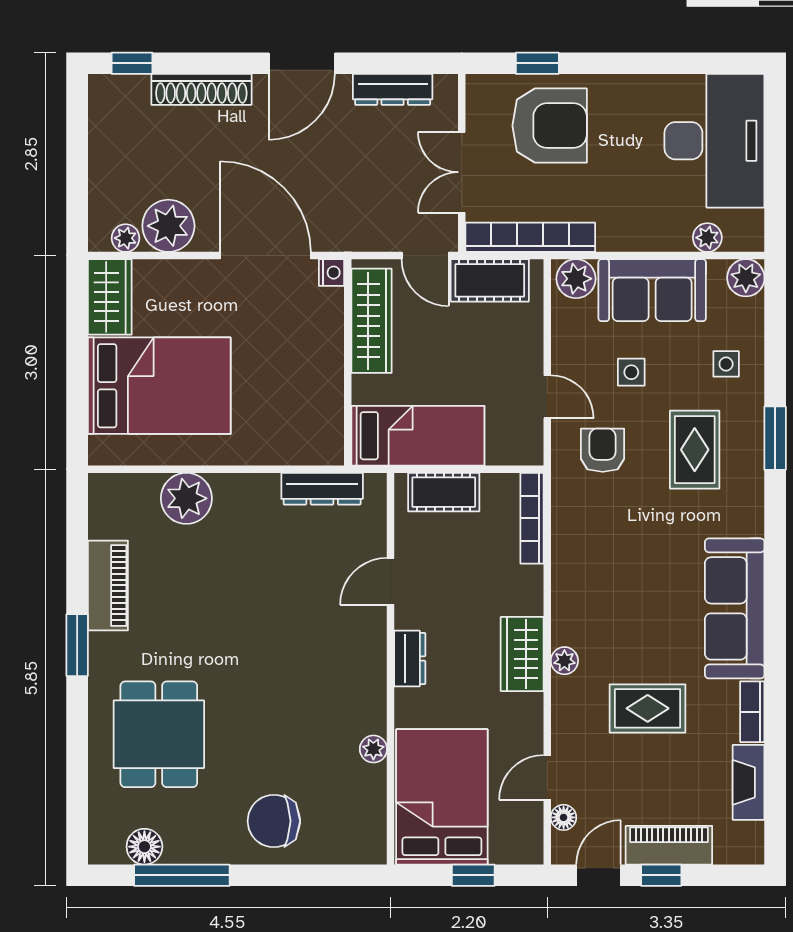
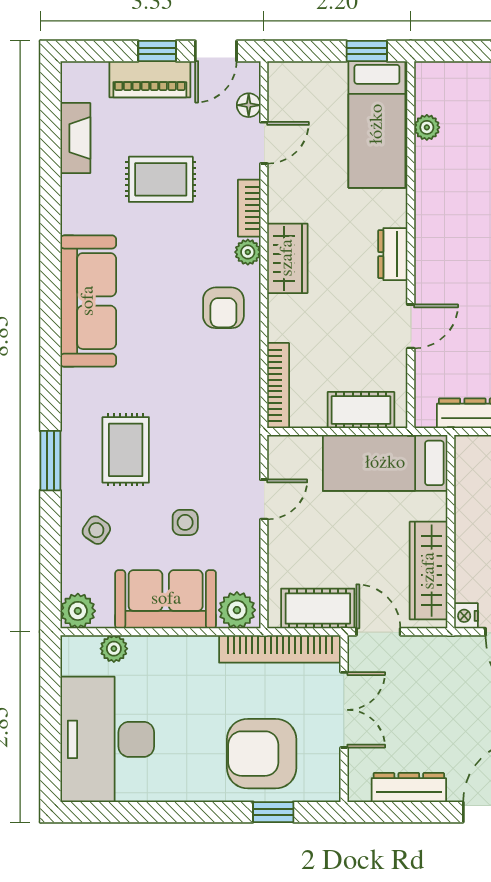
side table: (726, 364) -> (96, 530), turned 34
door: (547, 397) -> (264, 499), swing flipped
armchair: (603, 450) -> (223, 308), moved
rug: (648, 708) -> (161, 179), moved
bookcase: (752, 712) -> (249, 208), moved, turned 180
plant: (373, 749) -> (427, 127), moved
bed: (442, 797) -> (377, 124), width x0.67
window: (473, 875) -> (367, 51), moved

